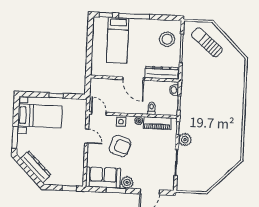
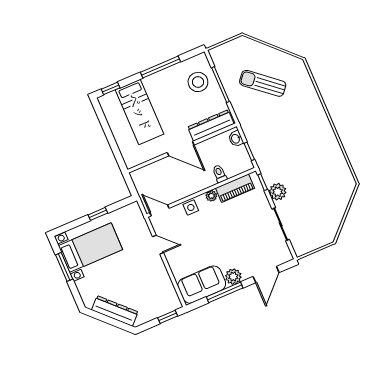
window: (134, 16) -> (161, 67), moved
sun lounger: (207, 42) -> (263, 83), moved
window: (15, 137) -> (64, 267), moved
armchair: (120, 146) -> (204, 237), removed
window: (116, 190) -> (225, 292), width x1.44

